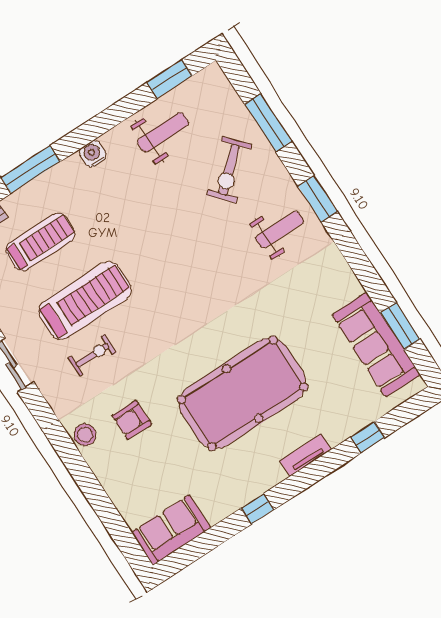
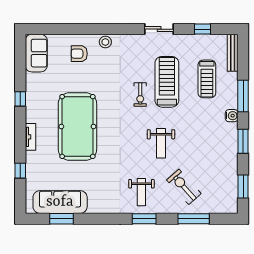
window: (100, 124) -> (243, 141), added
weight bench: (163, 132) -> (161, 143), moved
water cooler: (93, 154) -> (232, 116), moved
treadmill: (85, 301) -> (167, 82), turned 180
exercise bike: (92, 355) -> (140, 95), moved
armchair: (132, 420) -> (79, 54), moved, turned -90

